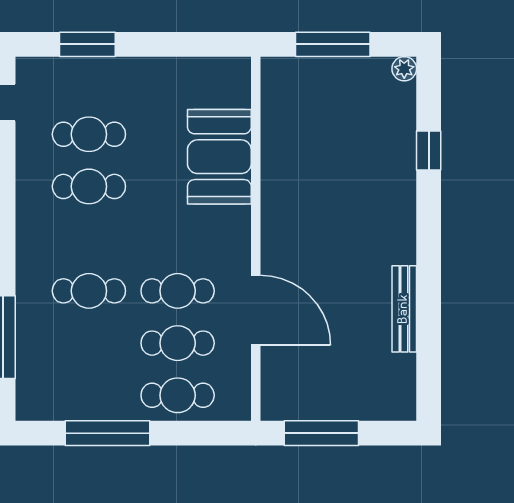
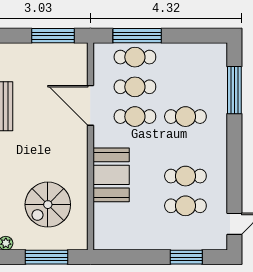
spiral stairs: (330, 136) -> (48, 205), added
booth: (219, 157) -> (111, 175), moved
window: (108, 433) -> (137, 36), moved

